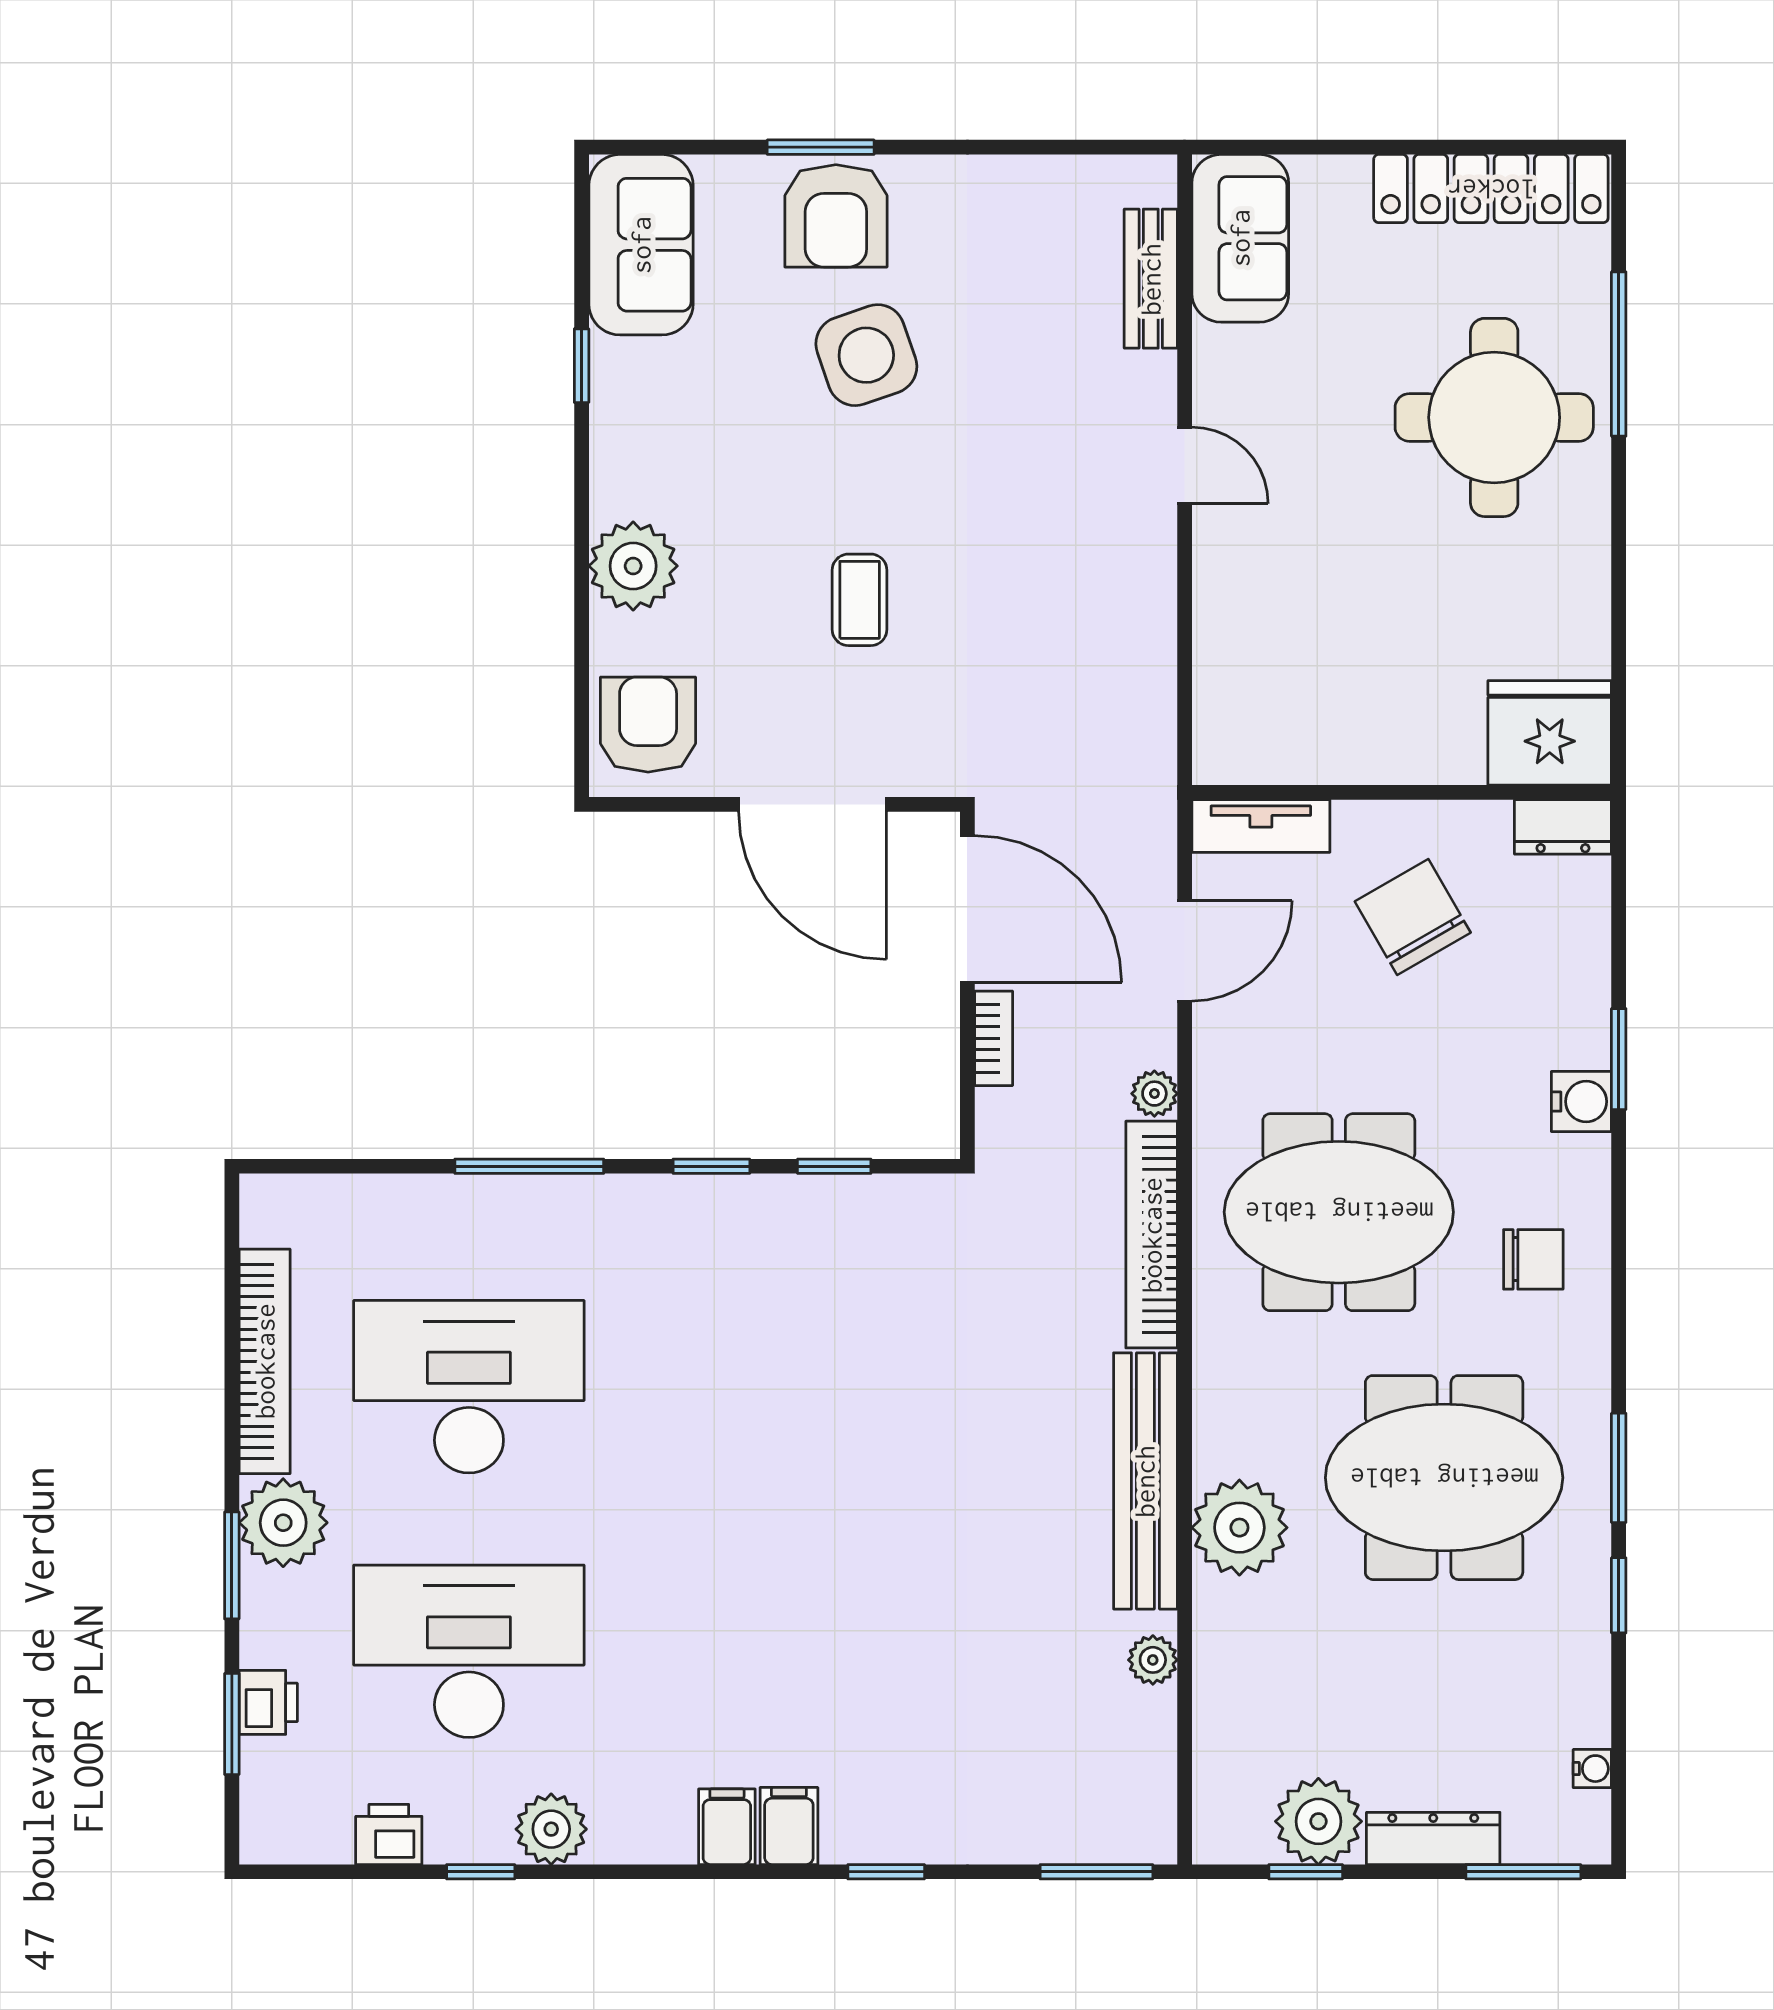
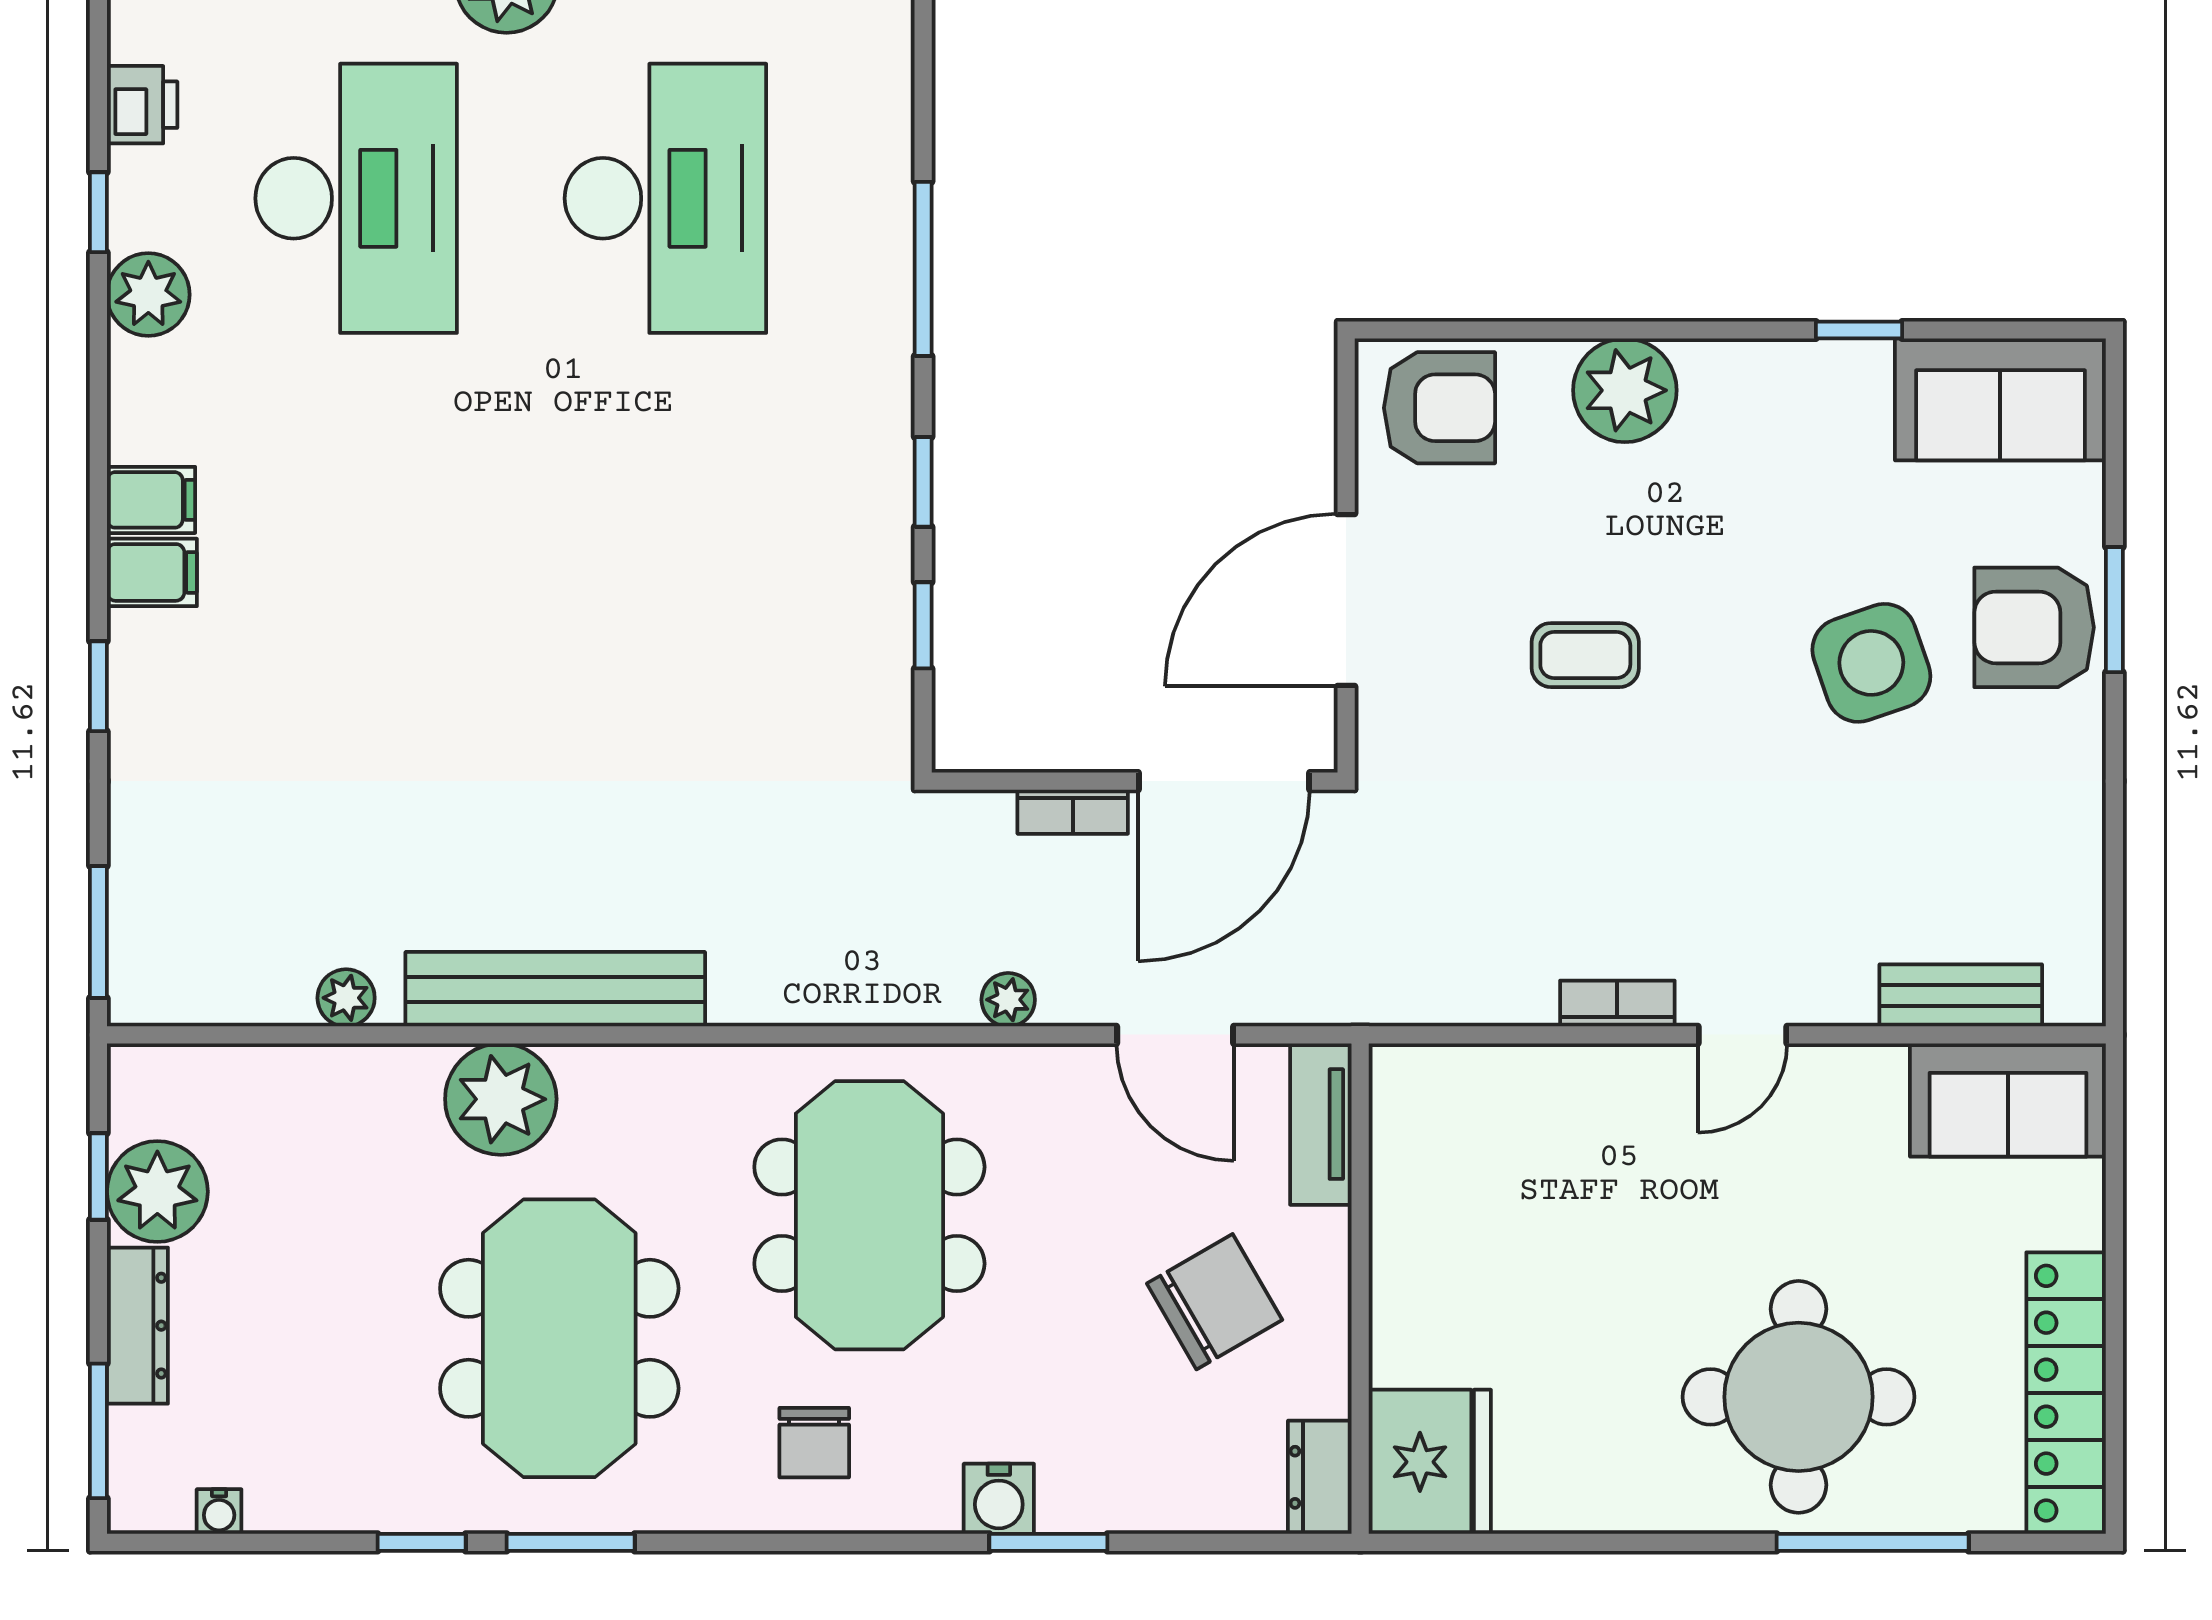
bookcase: (1152, 1235) -> (1617, 1004), moved, width x0.43, depth x0.76

